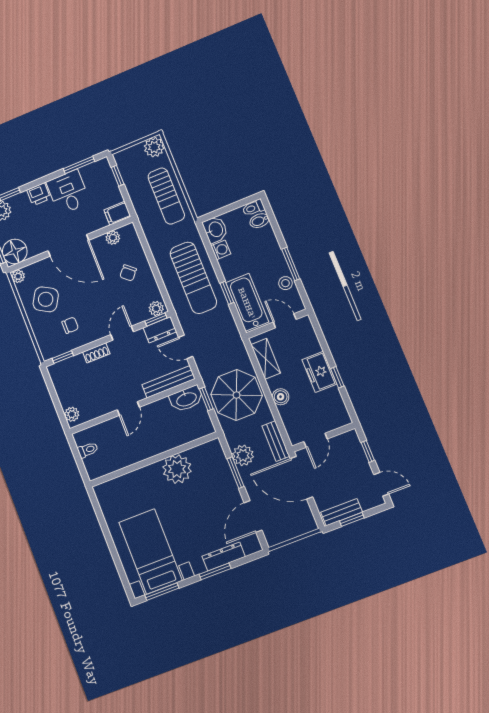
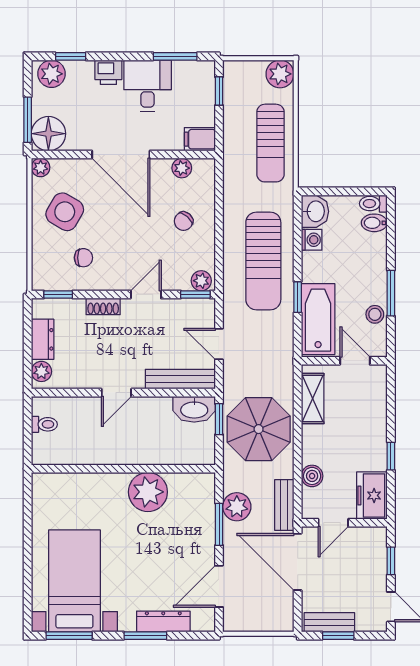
dresser: (160, 330) -> (43, 339), moved, turned -90
freezer: (319, 372) -> (372, 495), moved
boiler: (281, 397) -> (312, 476), moved

